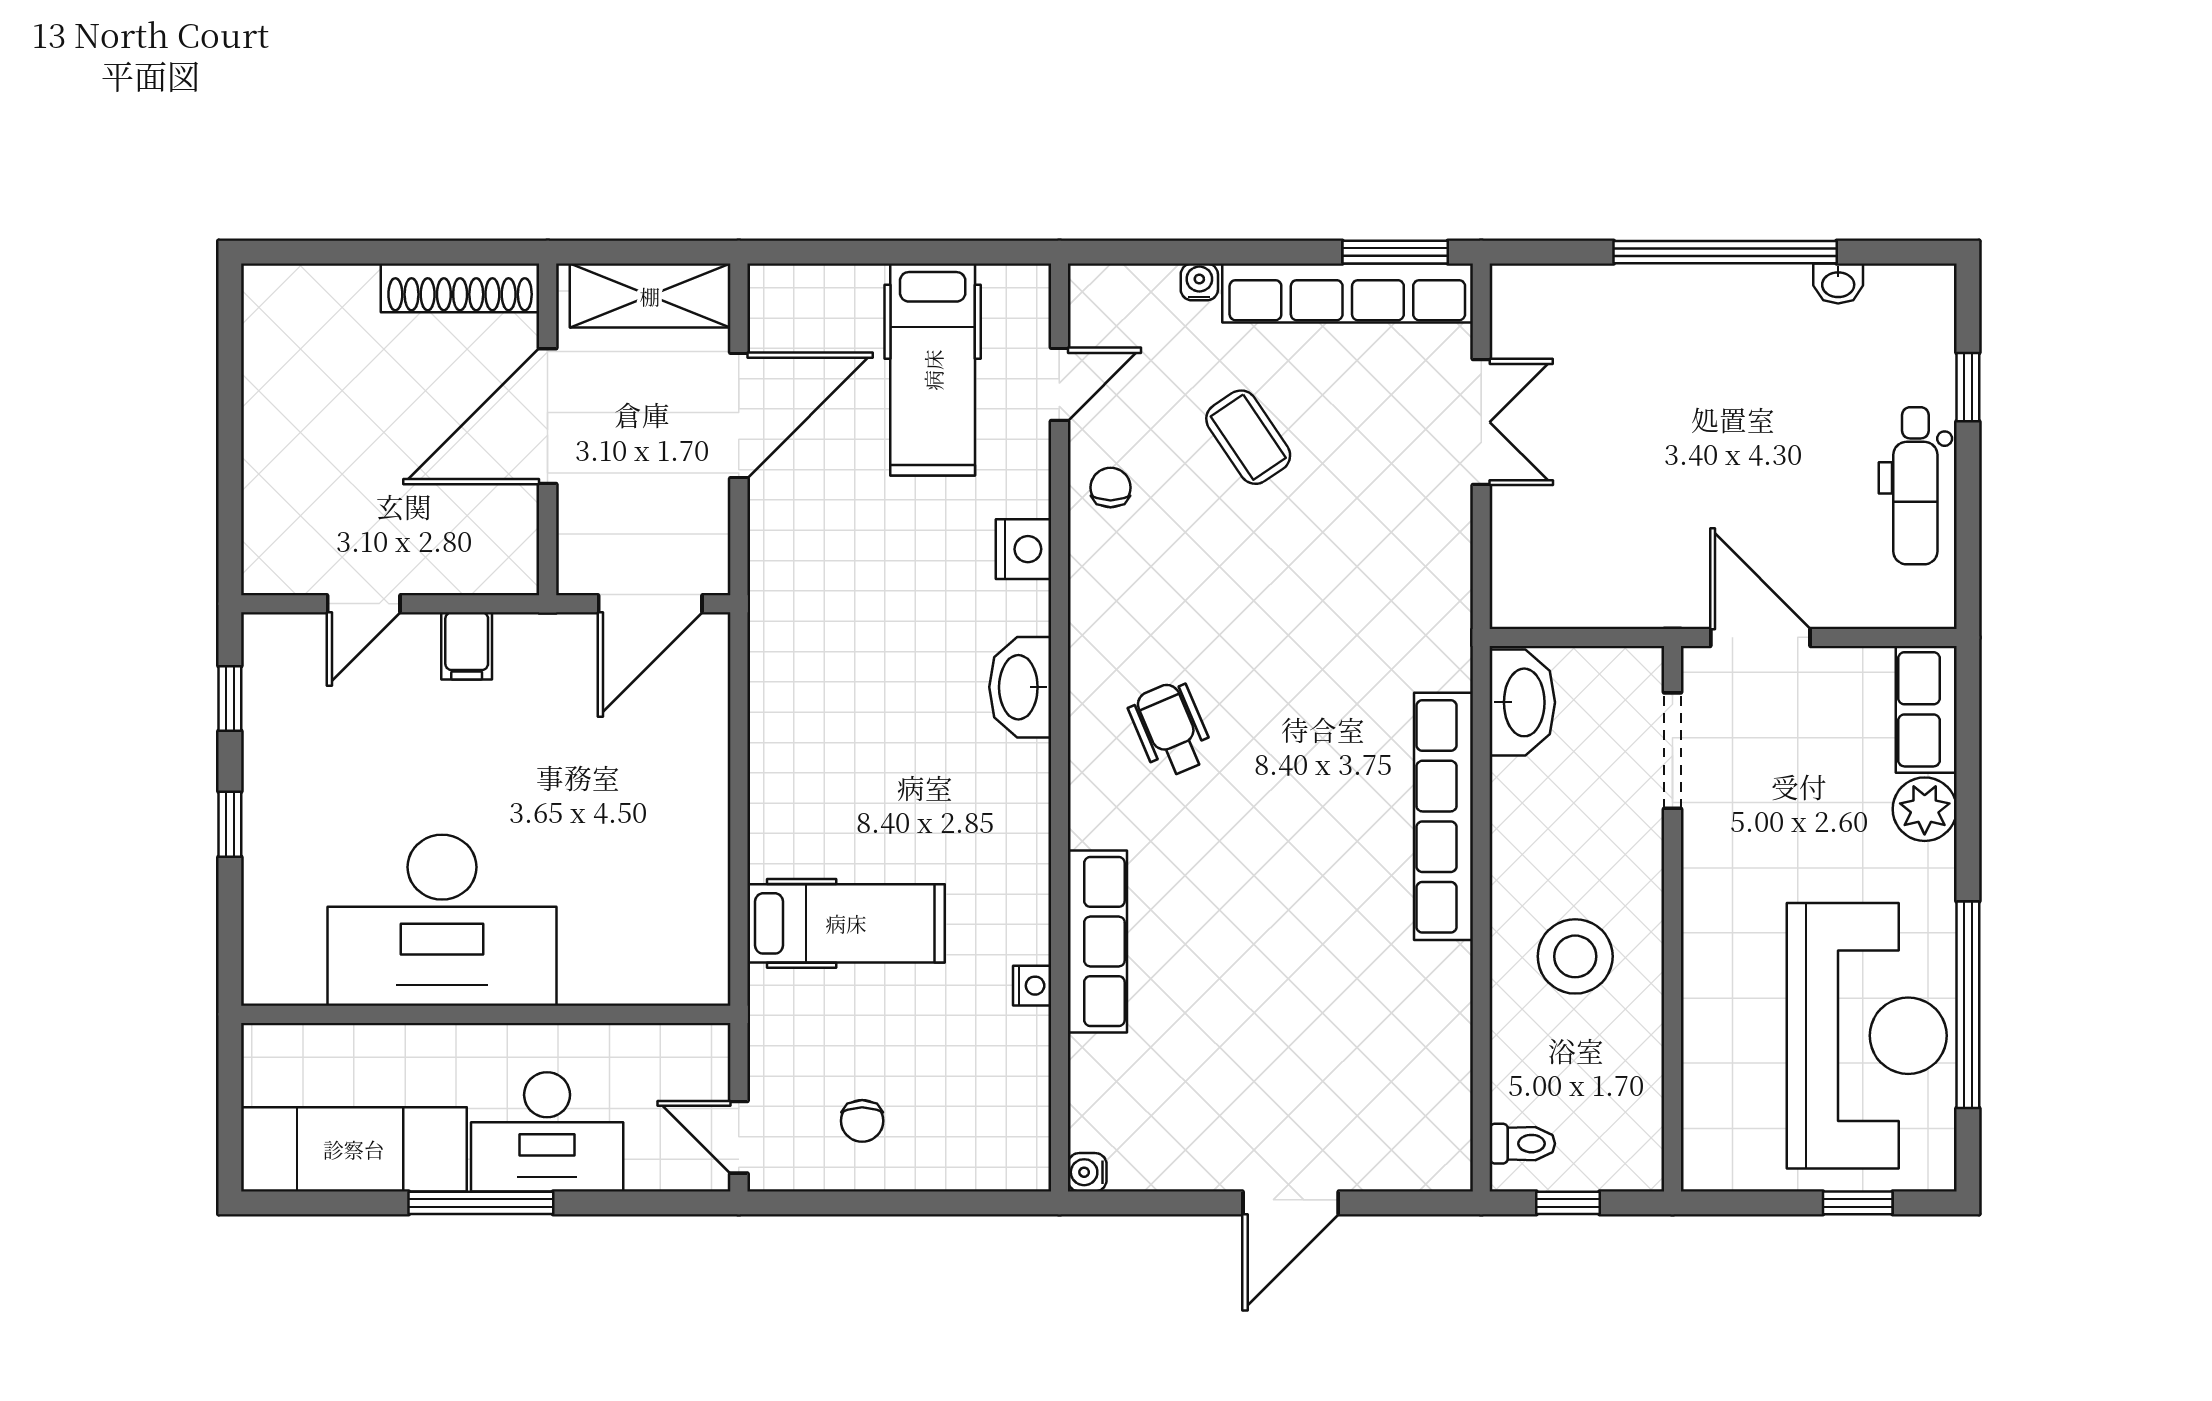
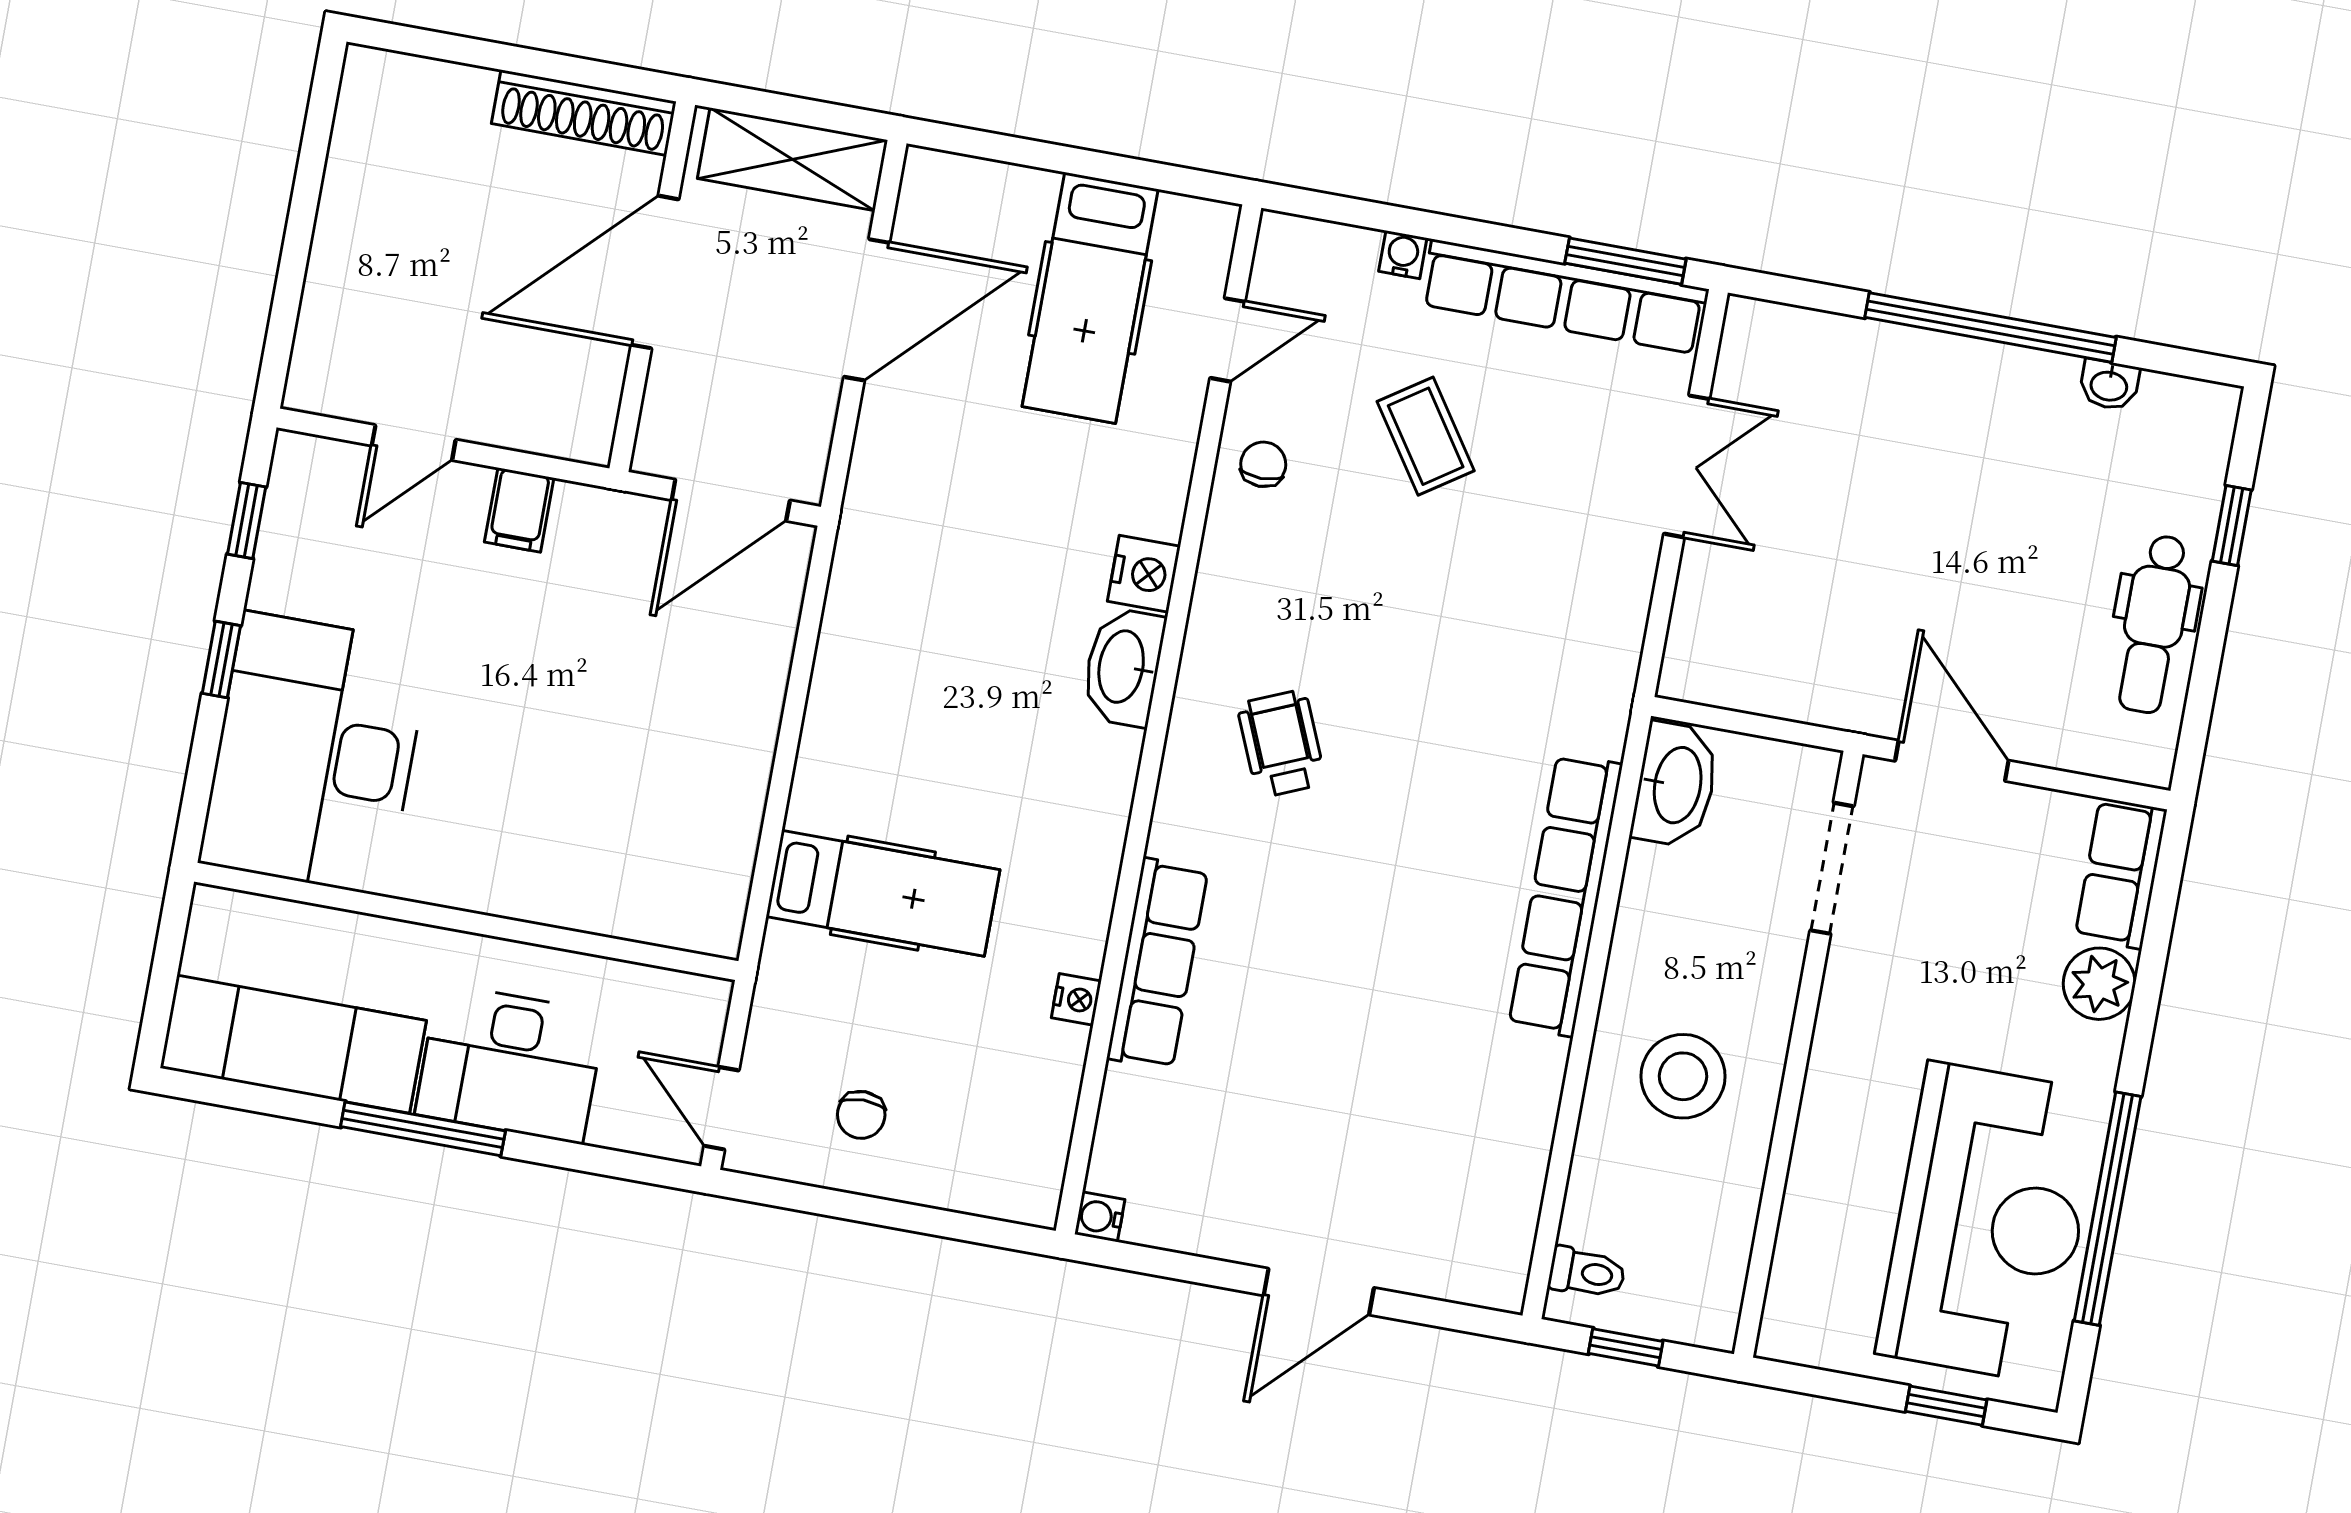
nightstand: (1023, 549) -> (1144, 574), moved
desk: (442, 920) -> (315, 753), moved, turned 90

